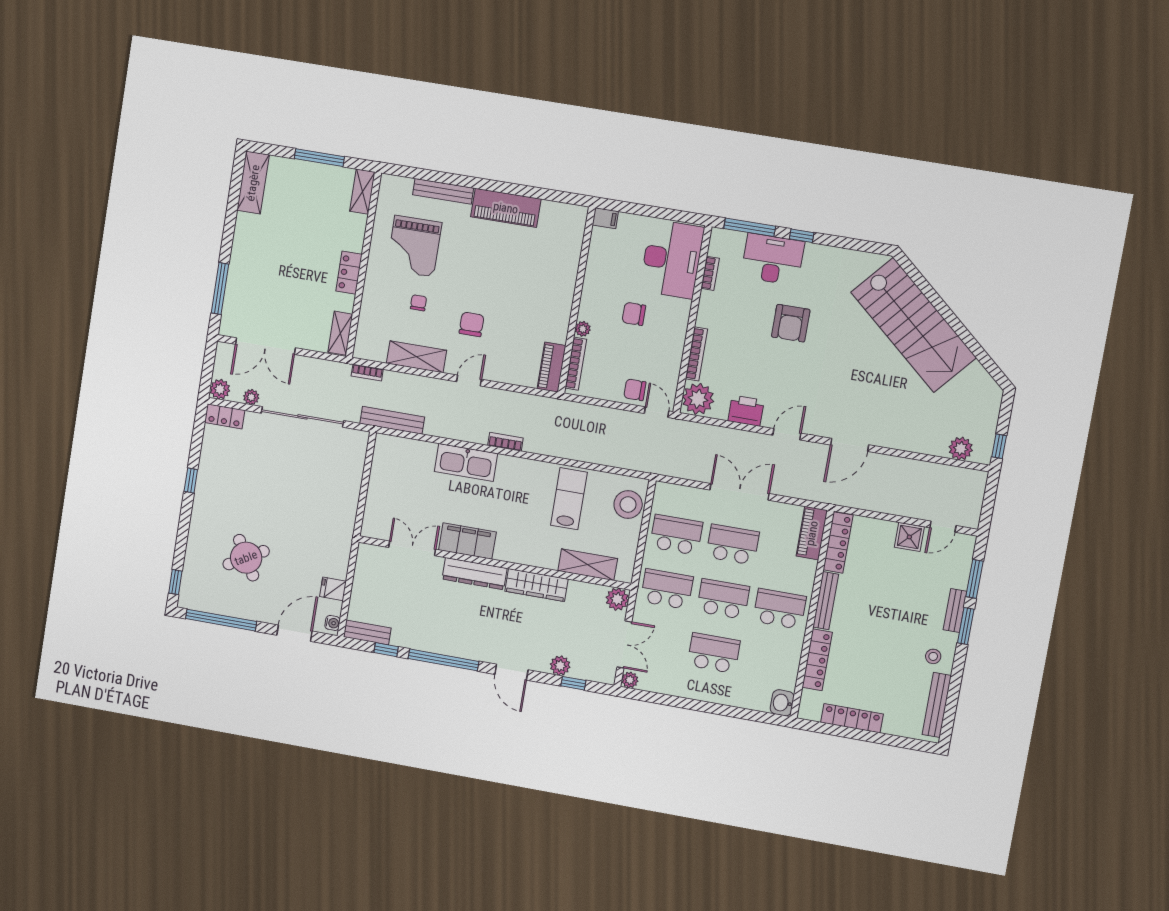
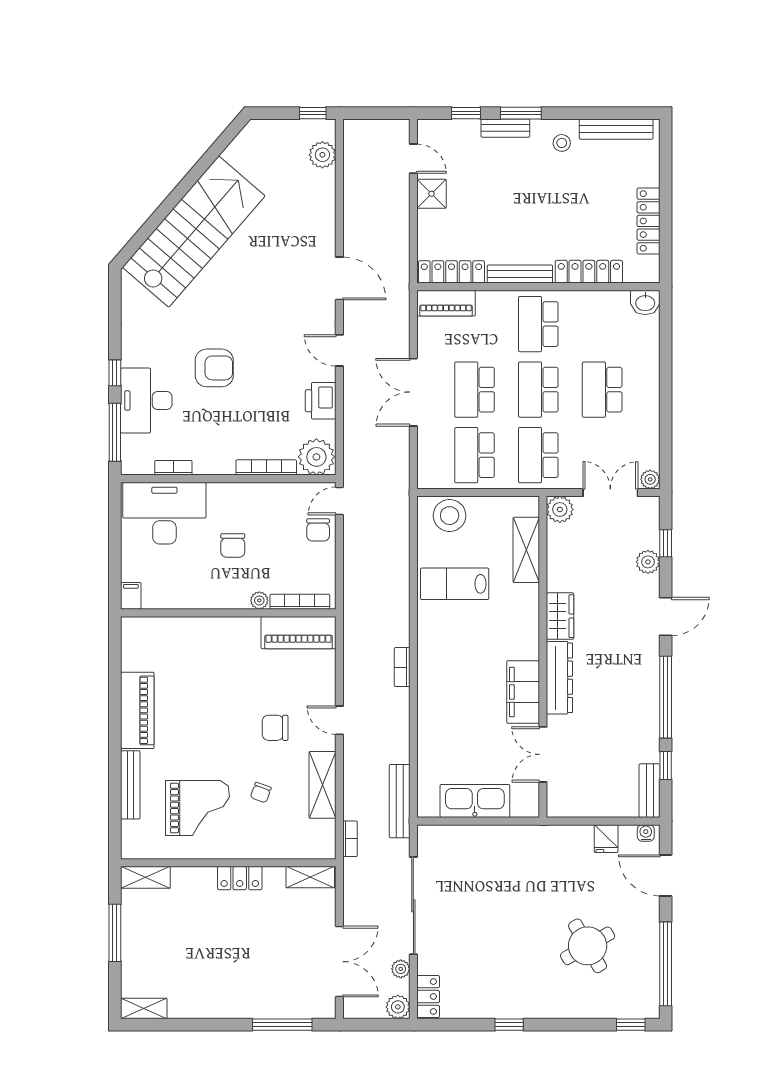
shelving: (253, 183) -> (144, 1009), width x0.67, depth x0.75
chair: (418, 303) -> (261, 793), turned -70
piano: (552, 367) -> (299, 633), width x1.37, depth x1.33
kitchen sink: (466, 462) -> (475, 801), moved, turned -90
window: (974, 579) -> (466, 113), width x0.67
wardrobe: (536, 585) -> (560, 616), width x0.67

